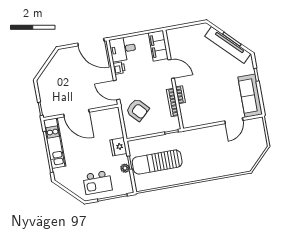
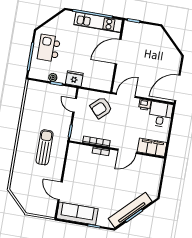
door: (145, 137) -> (75, 105), added
sun lounger: (157, 162) -> (45, 147), moved, width x0.73, depth x0.75

